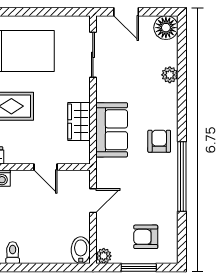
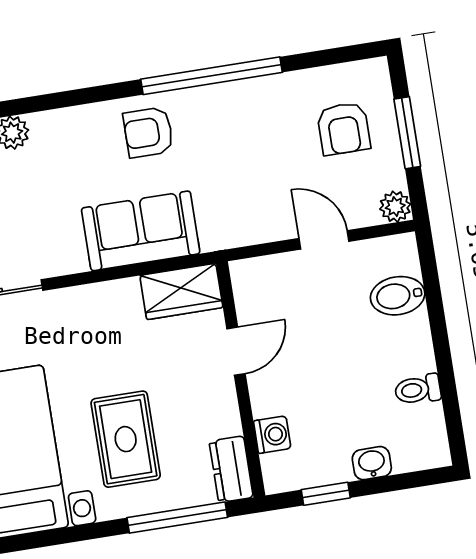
wardrobe: (79, 122) -> (181, 291), moved
door: (93, 201) -> (324, 240), moved
bidet: (81, 250) -> (398, 296), moved

